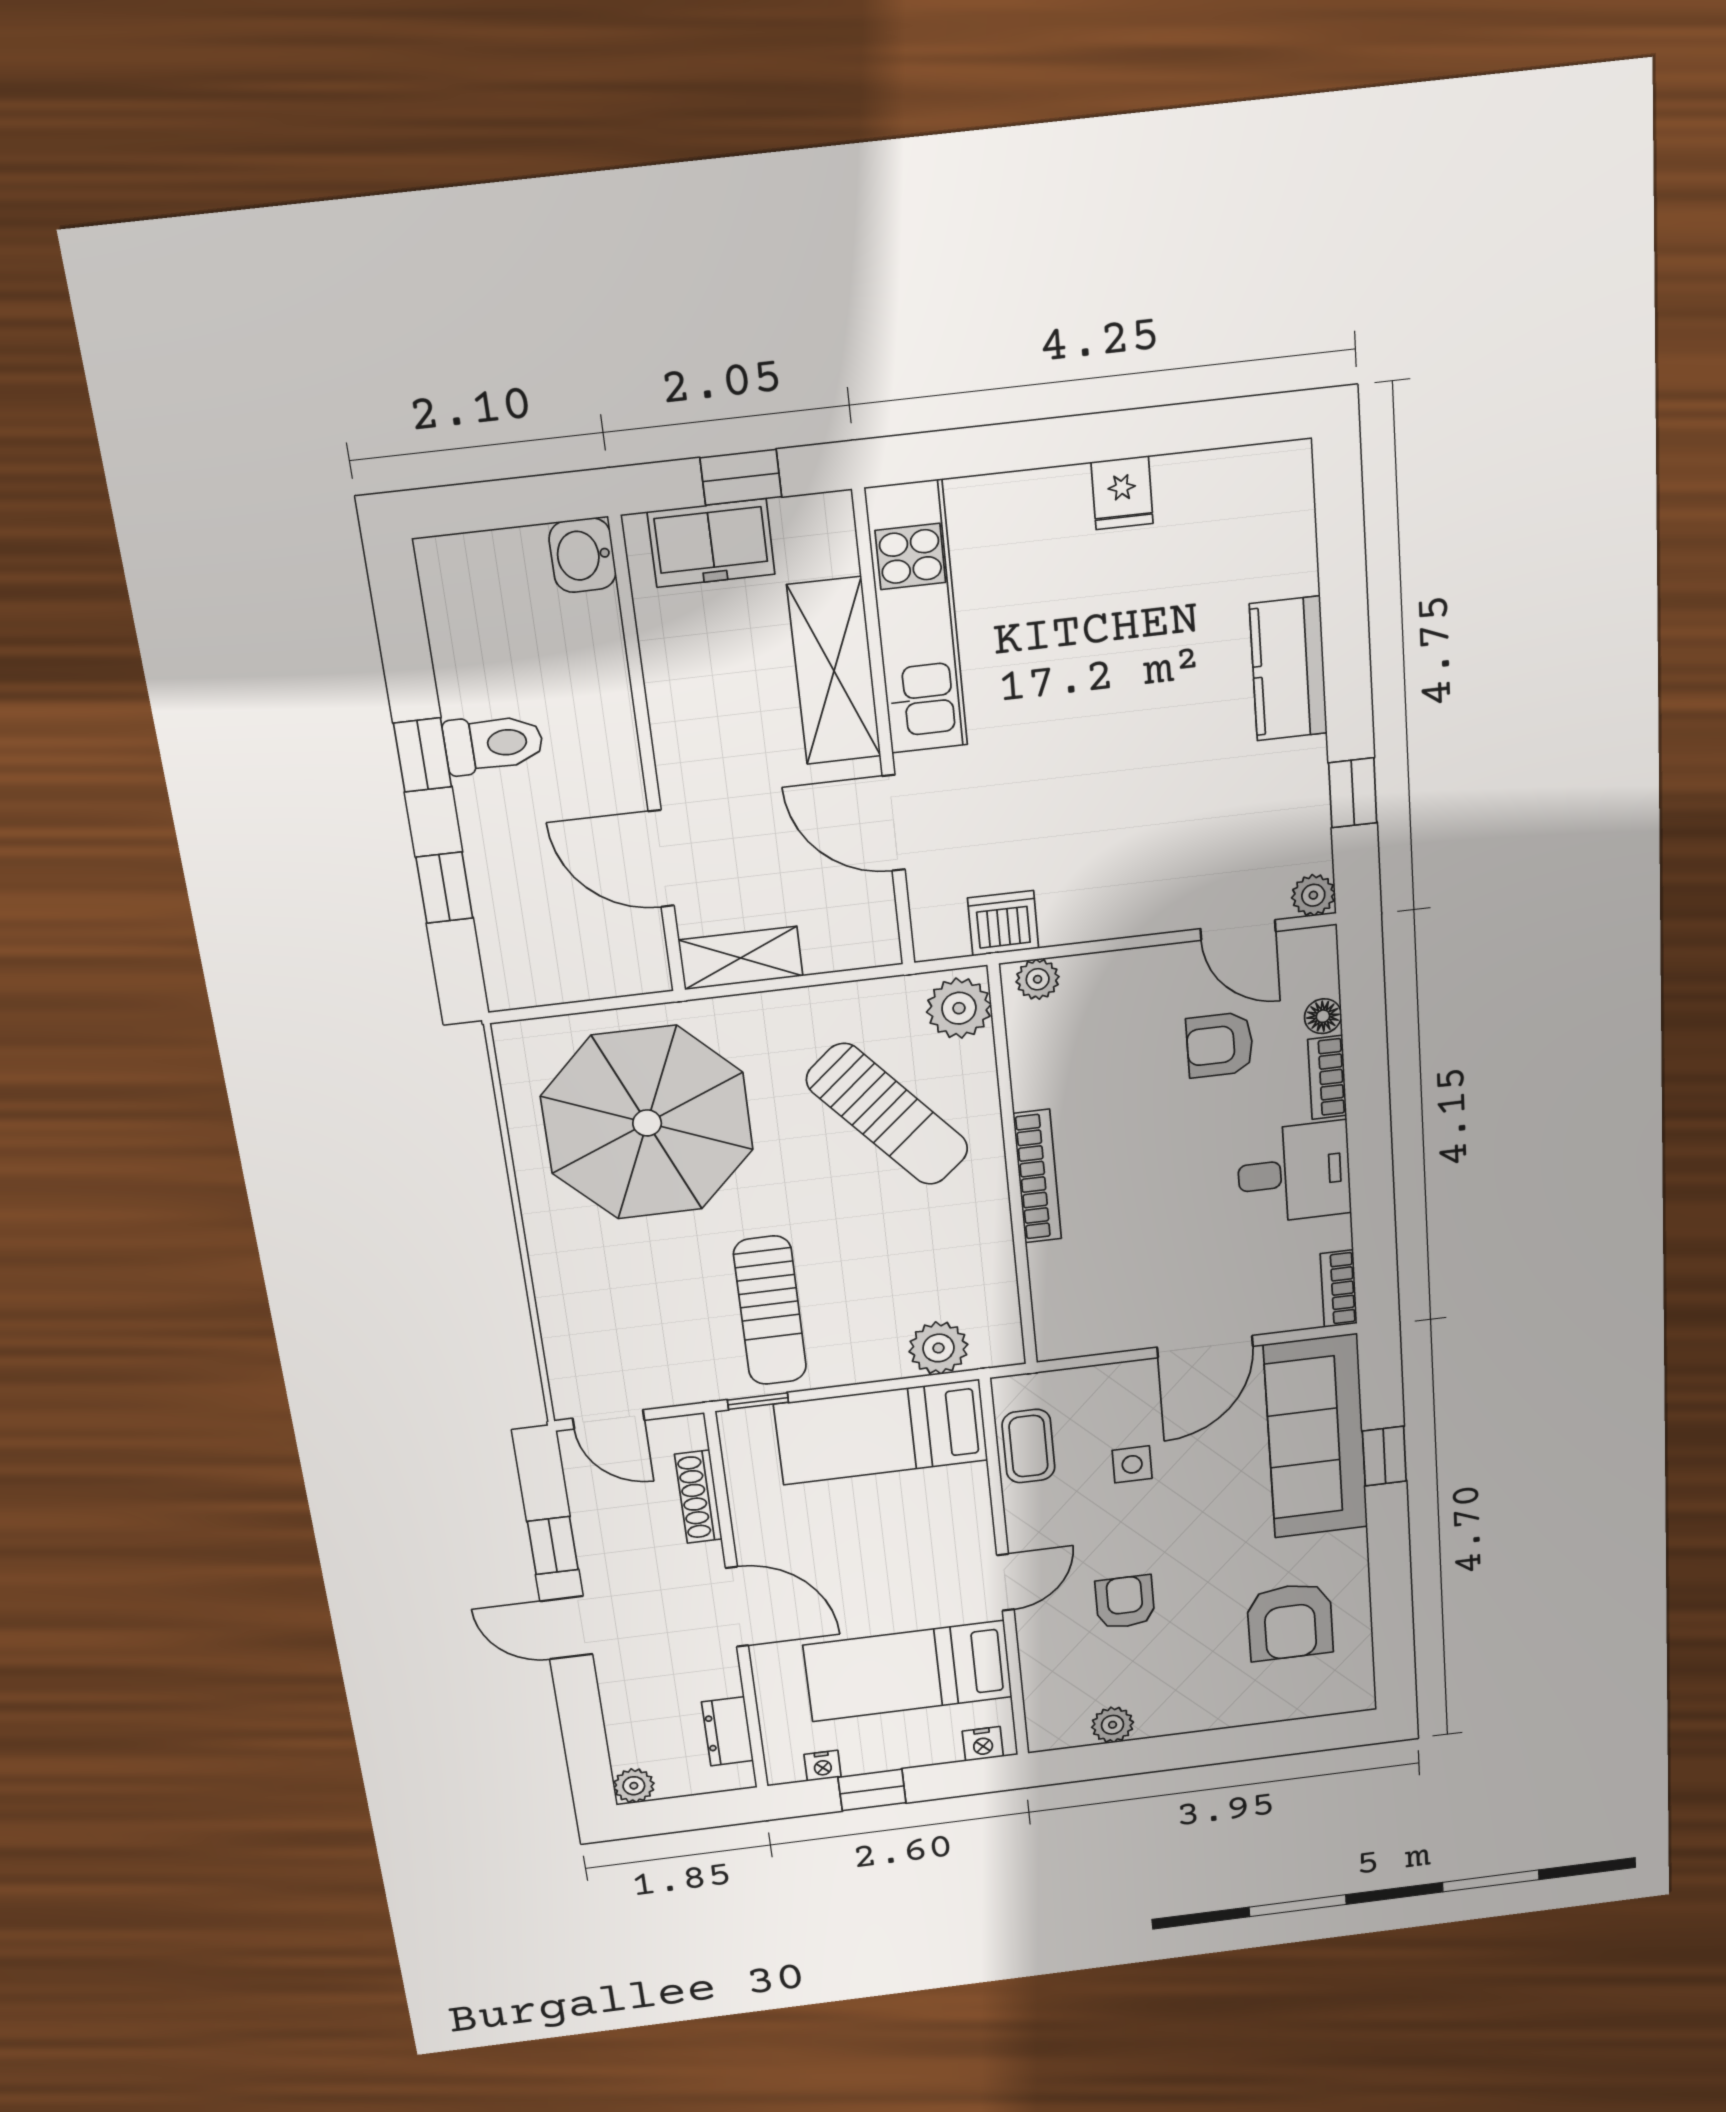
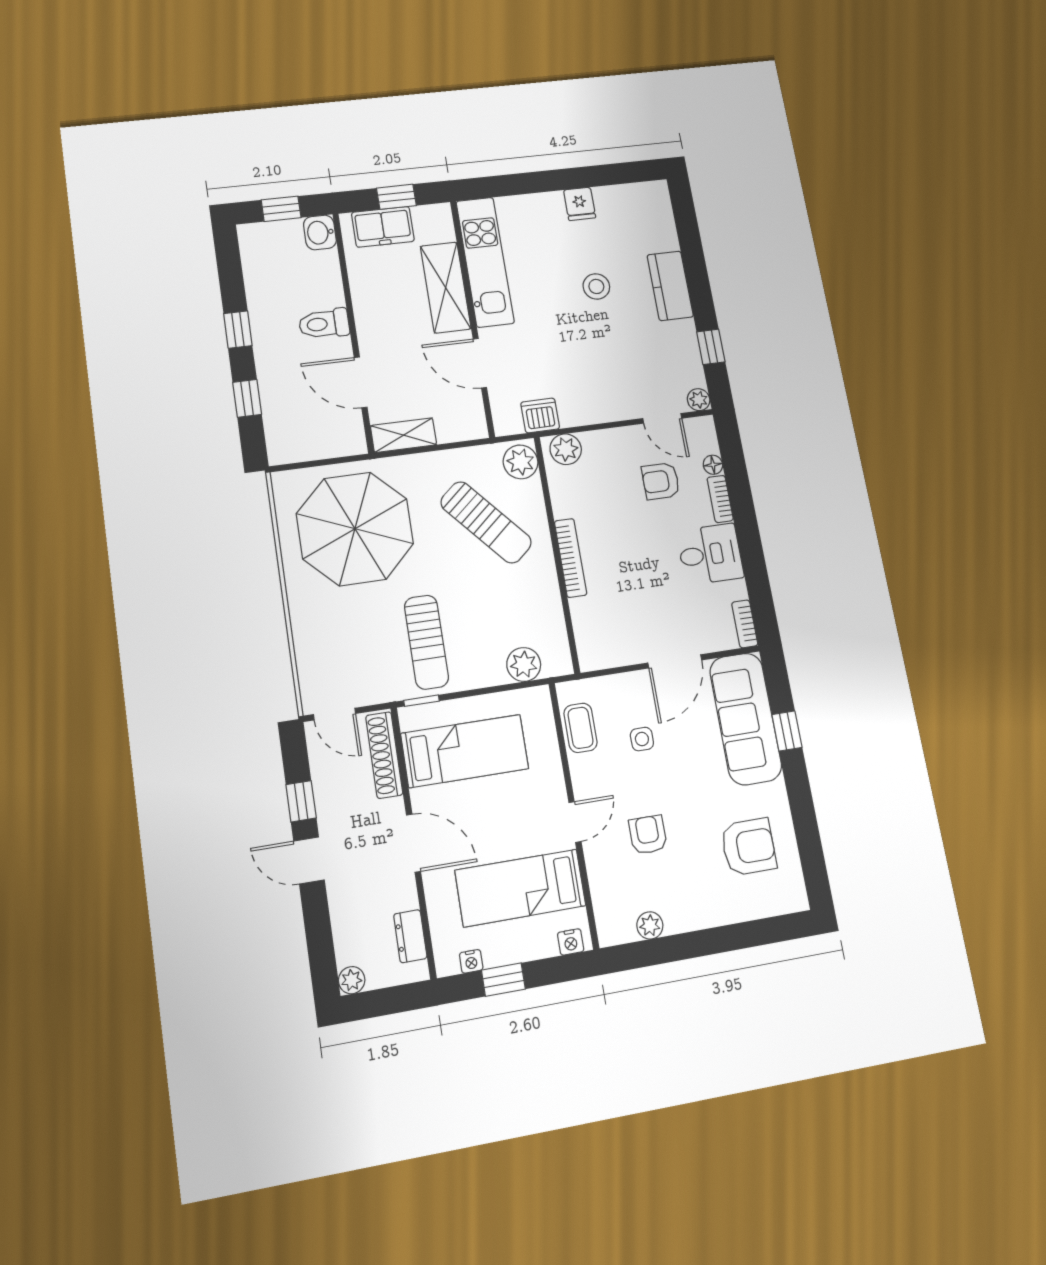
window: (503, 504) -> (281, 209), added
stool: (1138, 670) -> (596, 286), added
toilet: (494, 744) -> (324, 324), moved, turned 180
plant: (1038, 979) -> (566, 449), width x1.38, depth x1.38
bed: (881, 1432) -> (465, 751), moved, turned 180
shoe rack: (698, 1497) -> (384, 755), width x1.36, depth x1.24
armchair: (1290, 1622) -> (748, 847), turned -90

